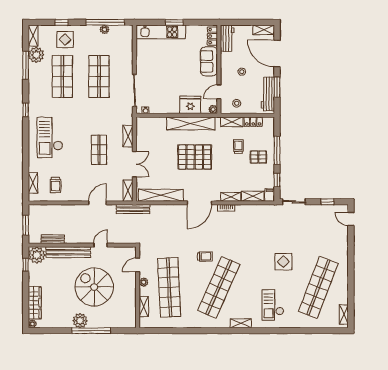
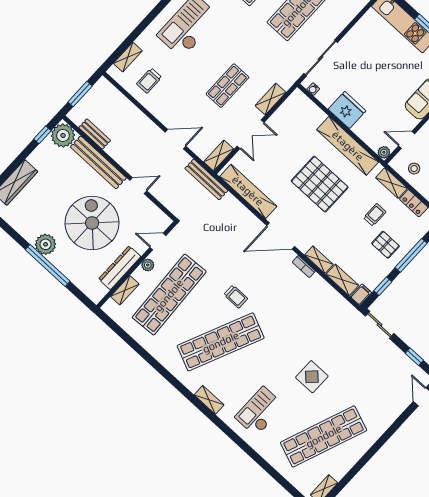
fridge: (190, 105) -> (347, 110), moved
dresser: (130, 297) -> (120, 268), added

